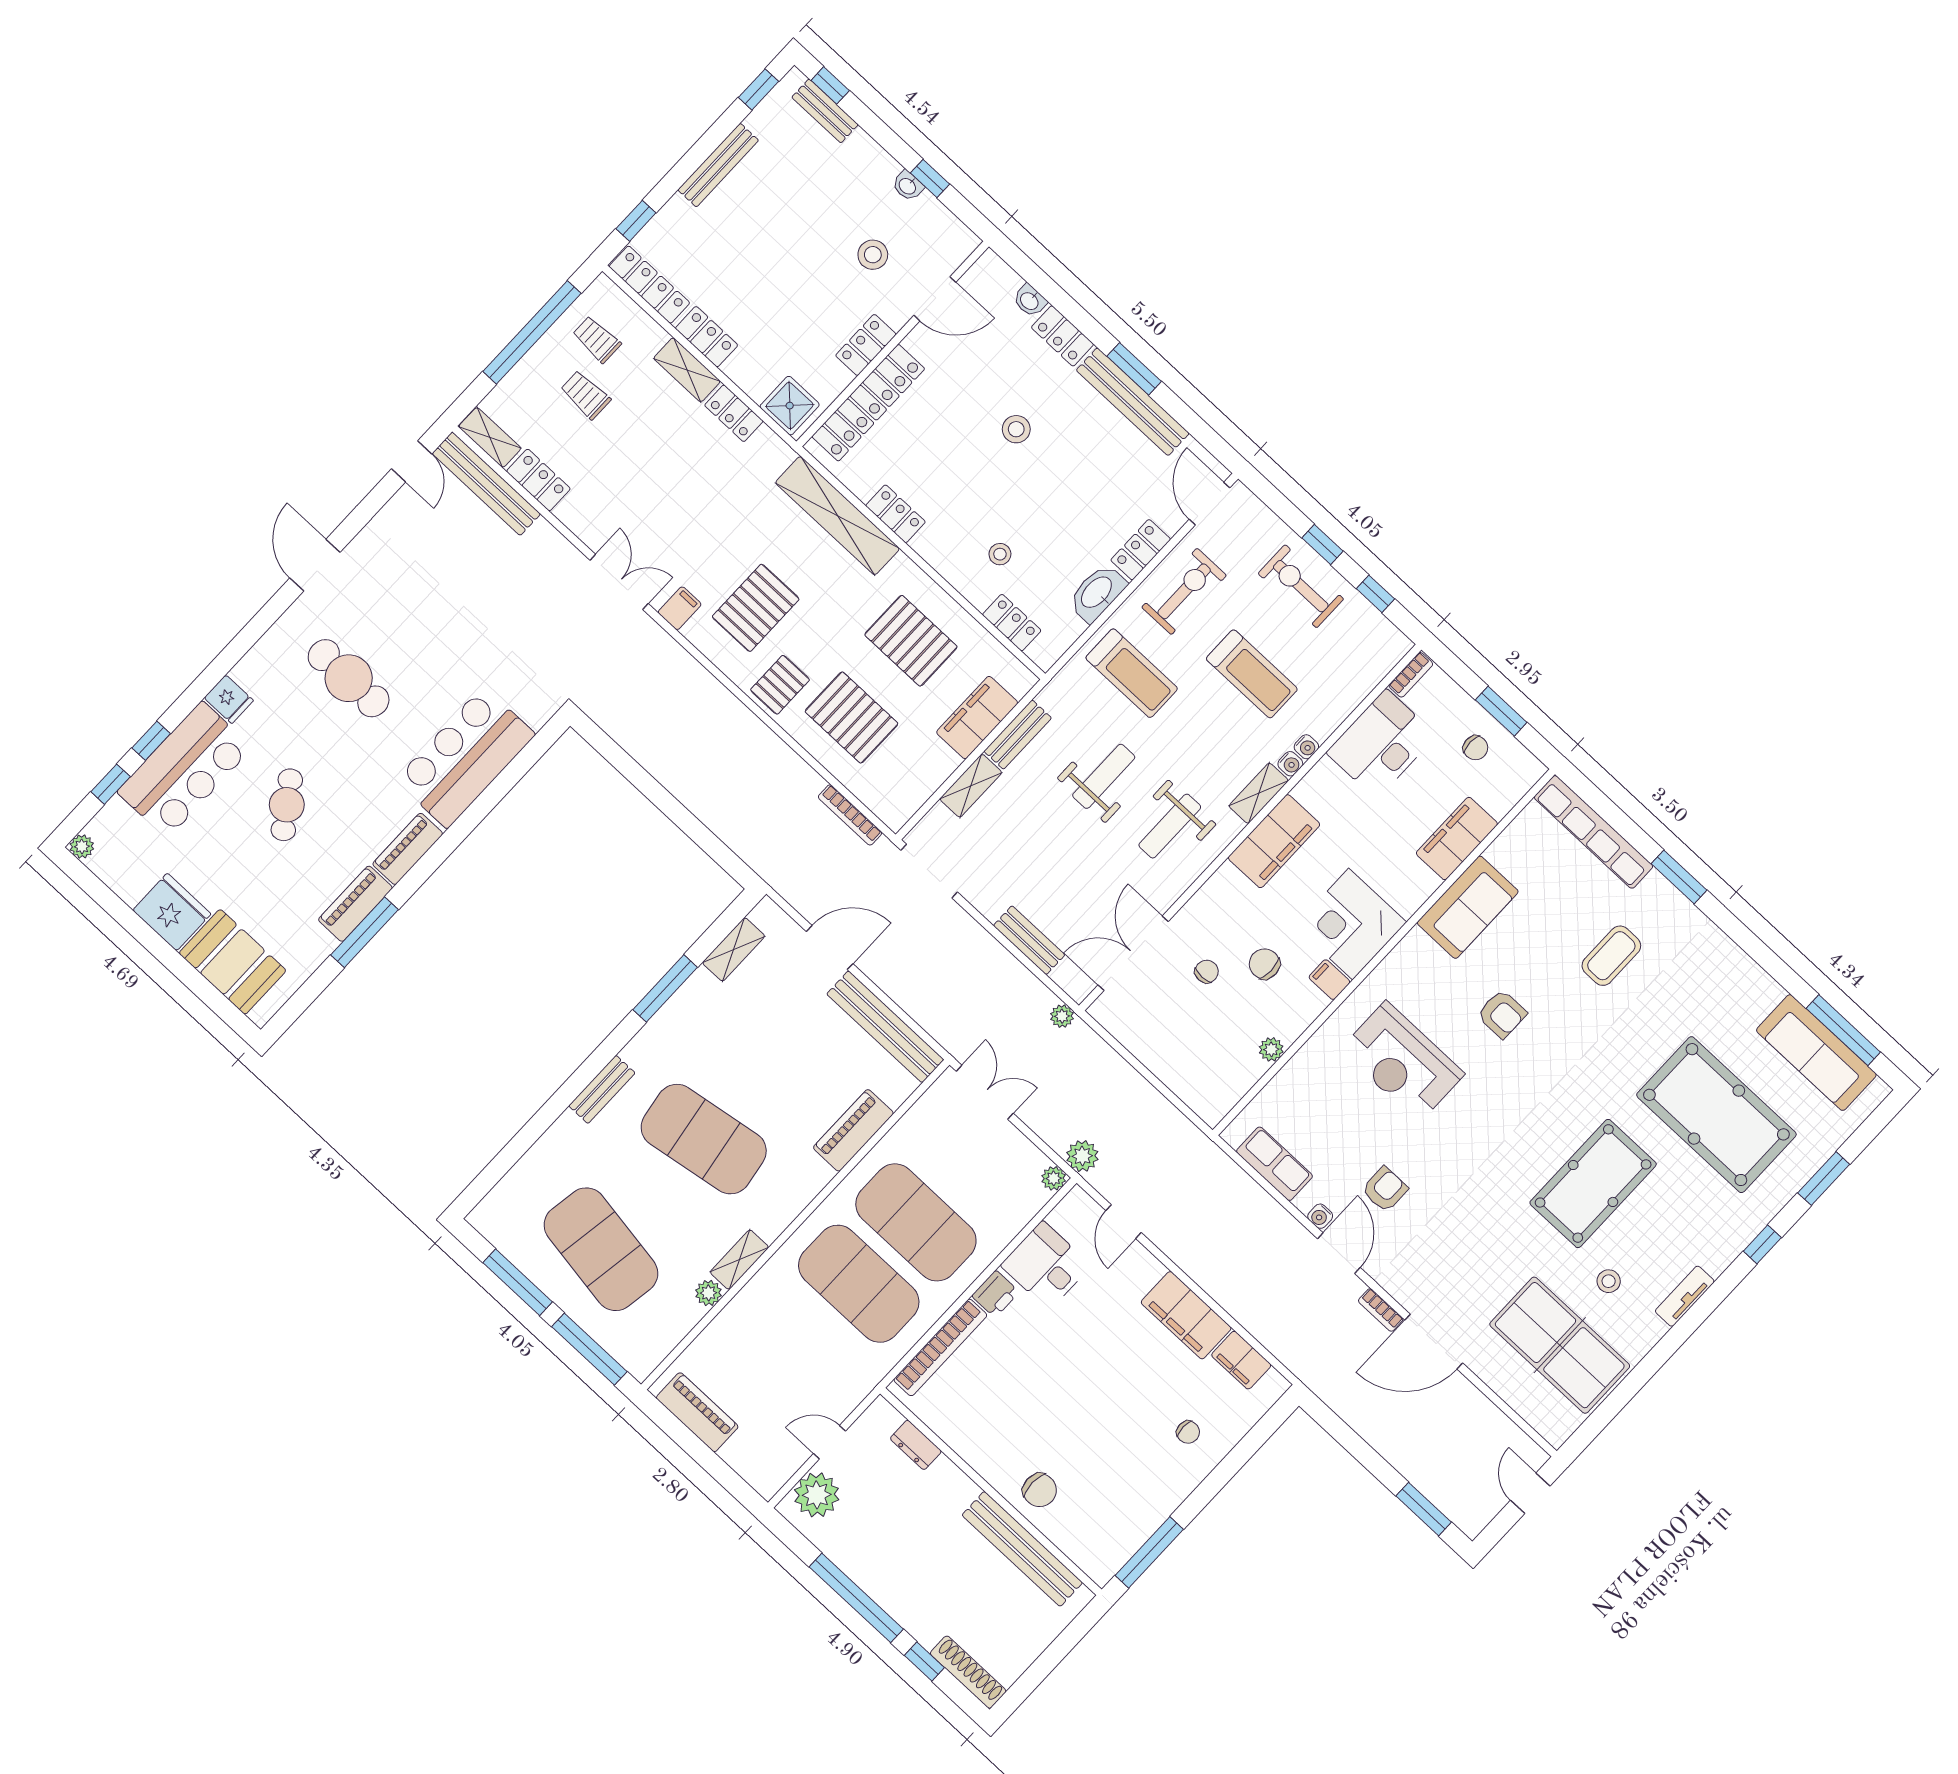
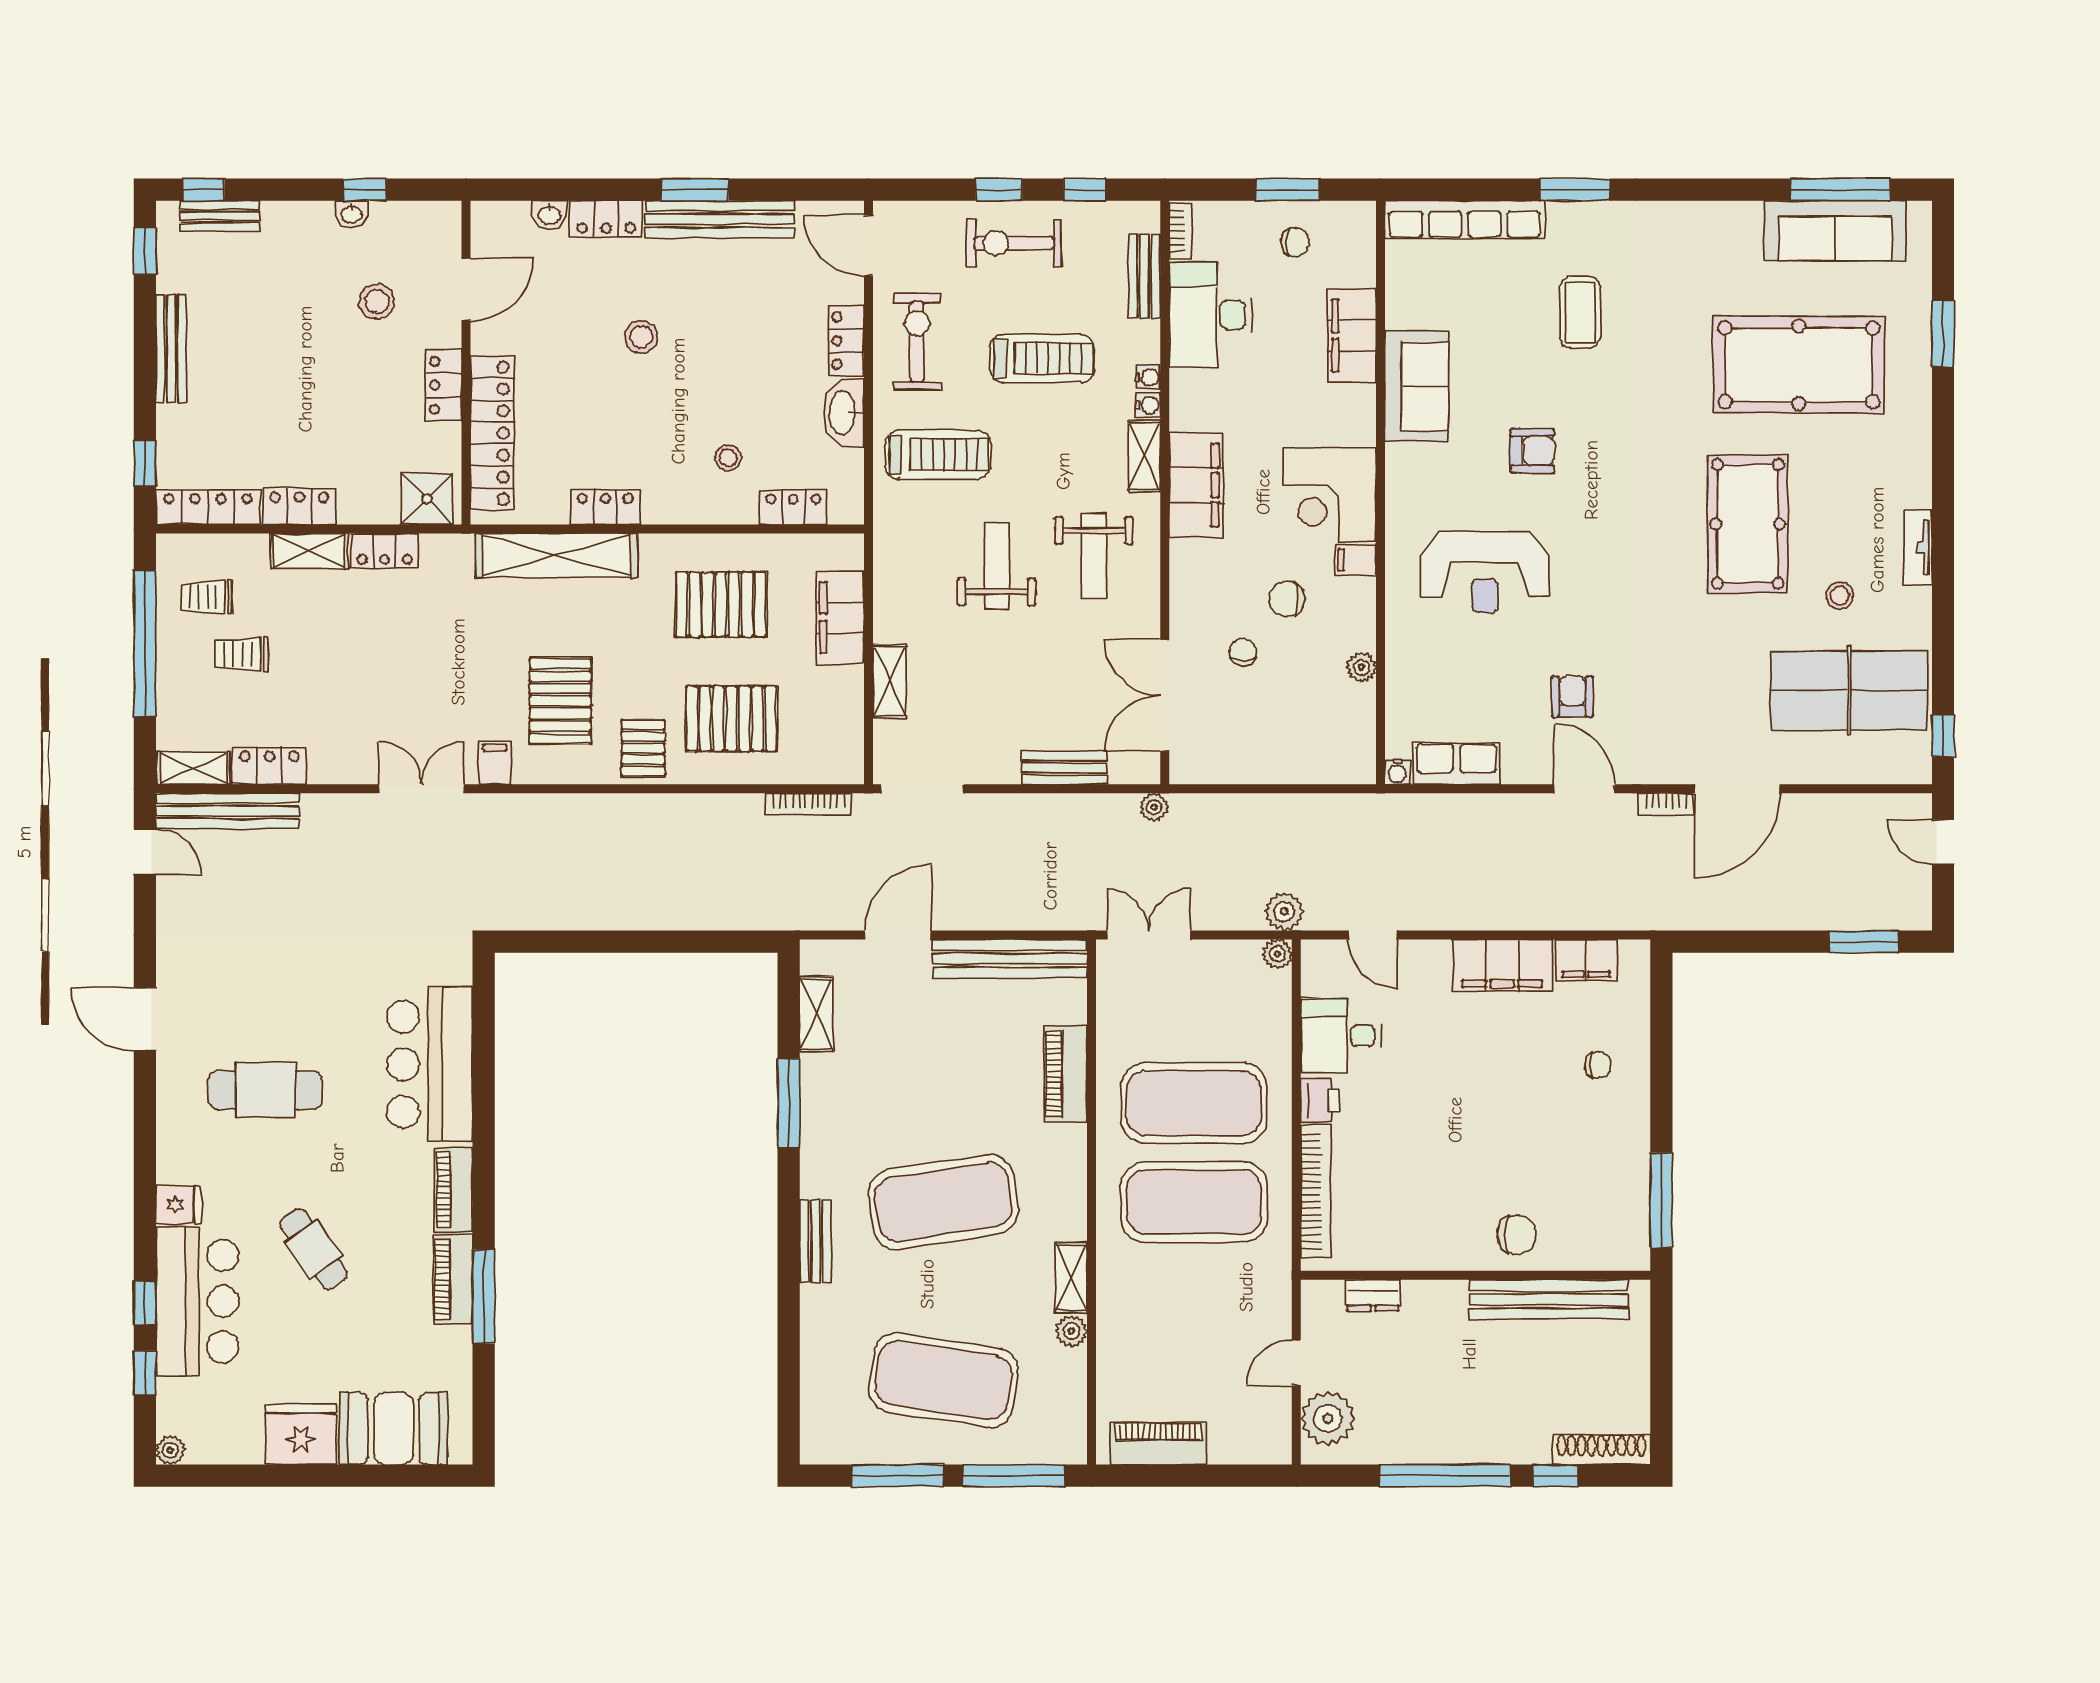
bench: (1018, 735) -> (1144, 276), moved
water cooler: (1320, 1216) -> (1397, 772), moved
window: (1762, 1244) -> (1943, 735), moved

